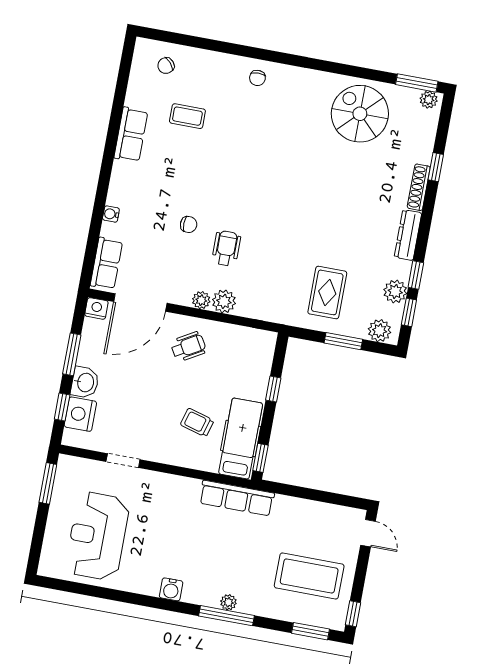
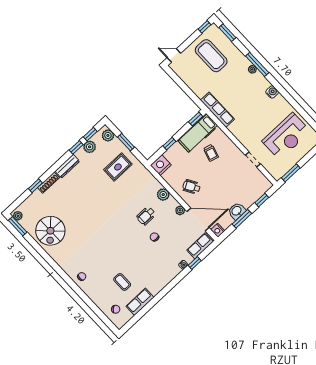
row of seats: (131, 135) -> (140, 302), moved
window: (95, 230) -> (195, 263), added
plant: (201, 300) -> (180, 210), moved
washbasin: (85, 382) -> (237, 211), moved
nightstand: (80, 414) -> (161, 165), moved, turned 180
door: (368, 533) -> (174, 56), hinge flipped

